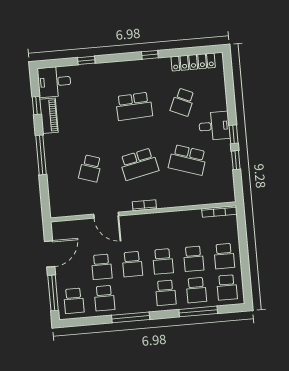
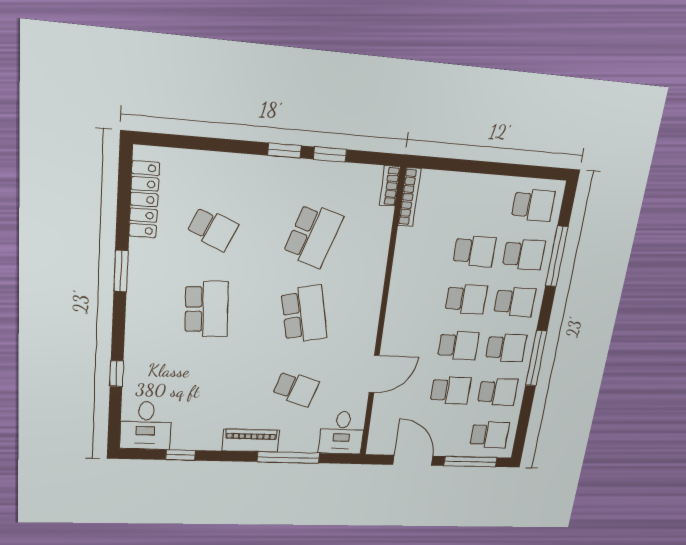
window: (150, 55) -> (121, 271), width x1.50
piano: (49, 116) -> (251, 440), moved
desk: (214, 126) -> (342, 433), moved, turned 180
window: (41, 155) -> (288, 457), moved
bookcase: (144, 205) -> (390, 186), moved
school desk: (224, 256) -> (506, 348), moved

